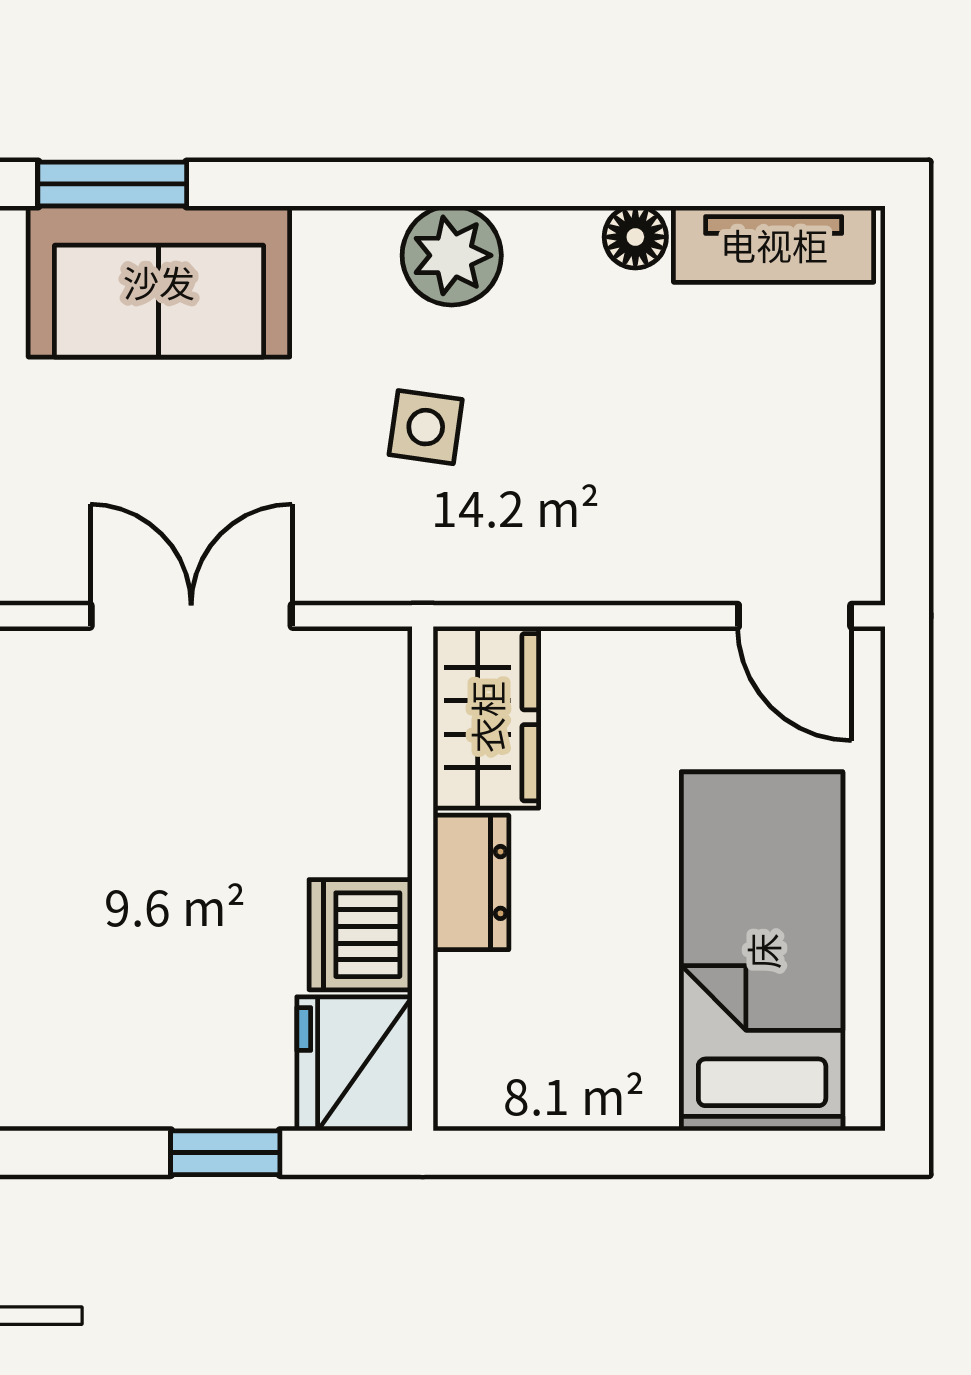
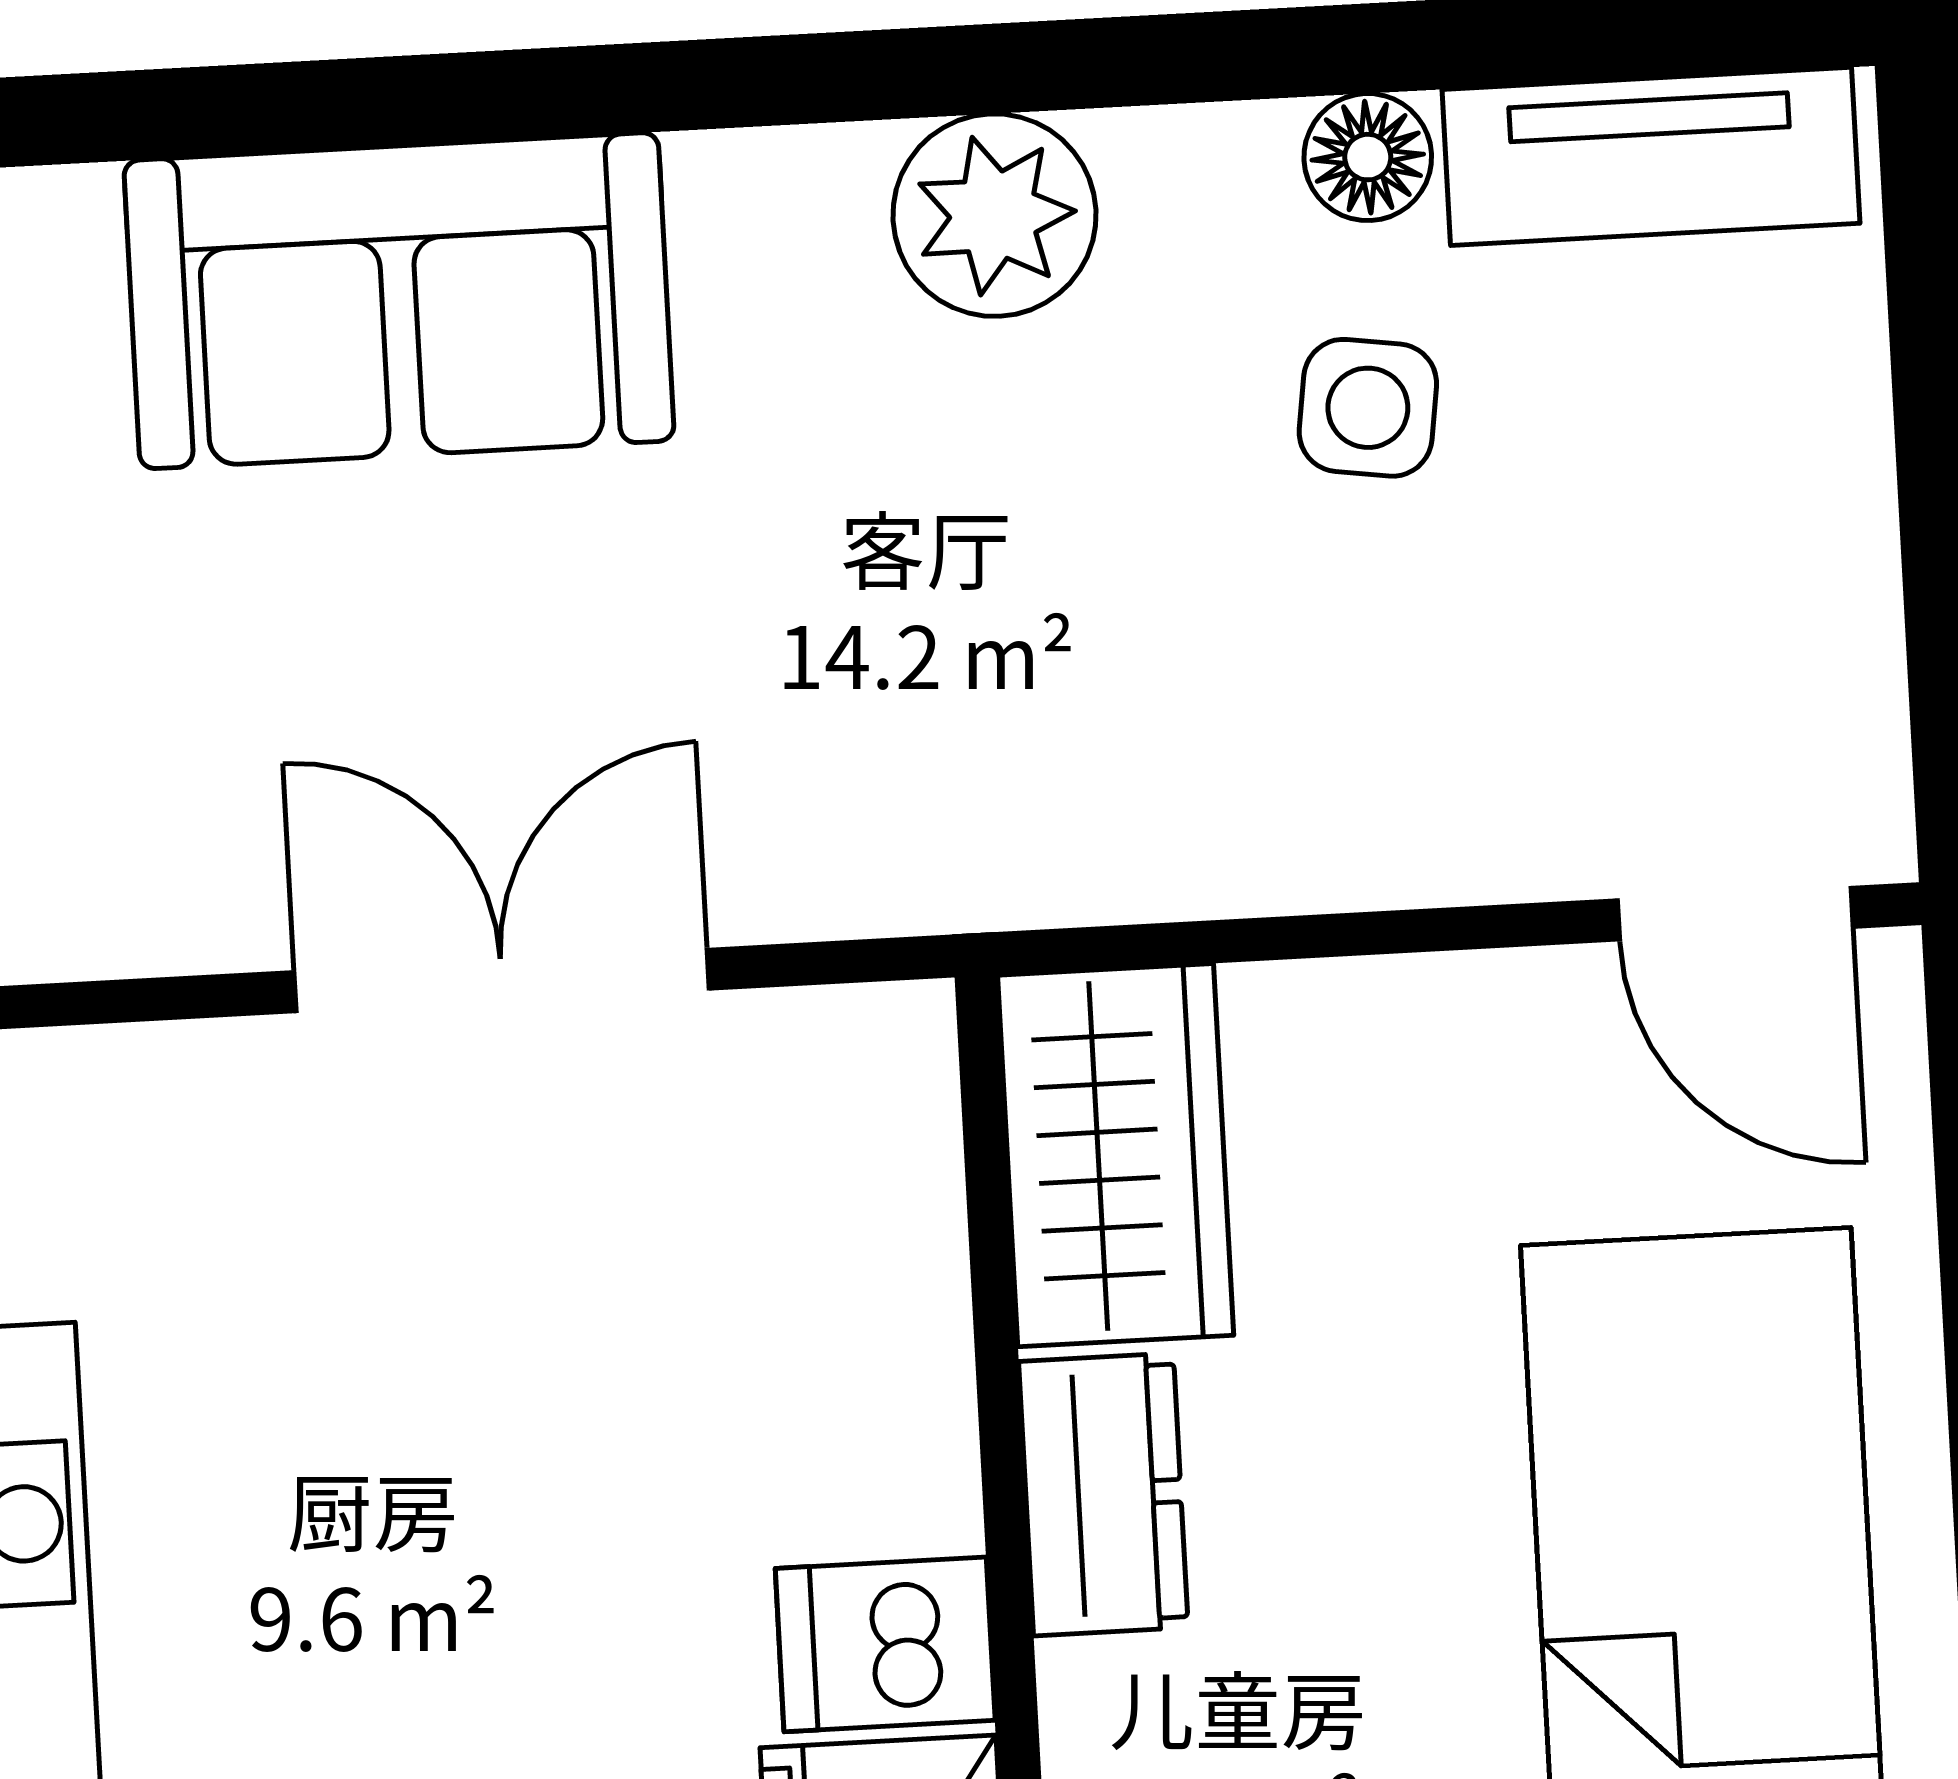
window: (112, 184) -> (293, 107), removed
side table: (426, 427) -> (1368, 408), moved
dishwasher: (361, 935) -> (885, 1644), width x0.73

